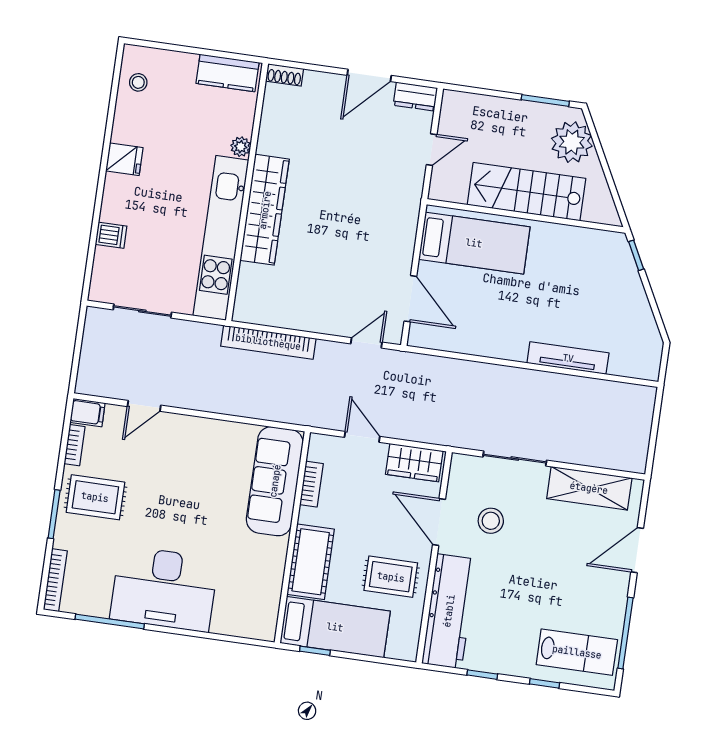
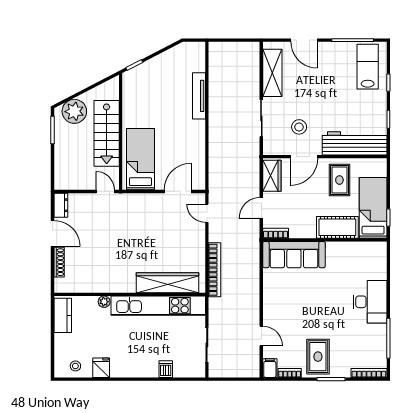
shoe rack: (285, 75) -> (59, 262), moved, width x1.43
door: (432, 150) -> (105, 191), moved
fridge: (124, 159) -> (101, 368), moved
wardrobe: (265, 210) -> (167, 283), moved
bookcase: (311, 484) -> (276, 233), moved
desk: (164, 589) -> (370, 302), width x0.73, depth x0.77

